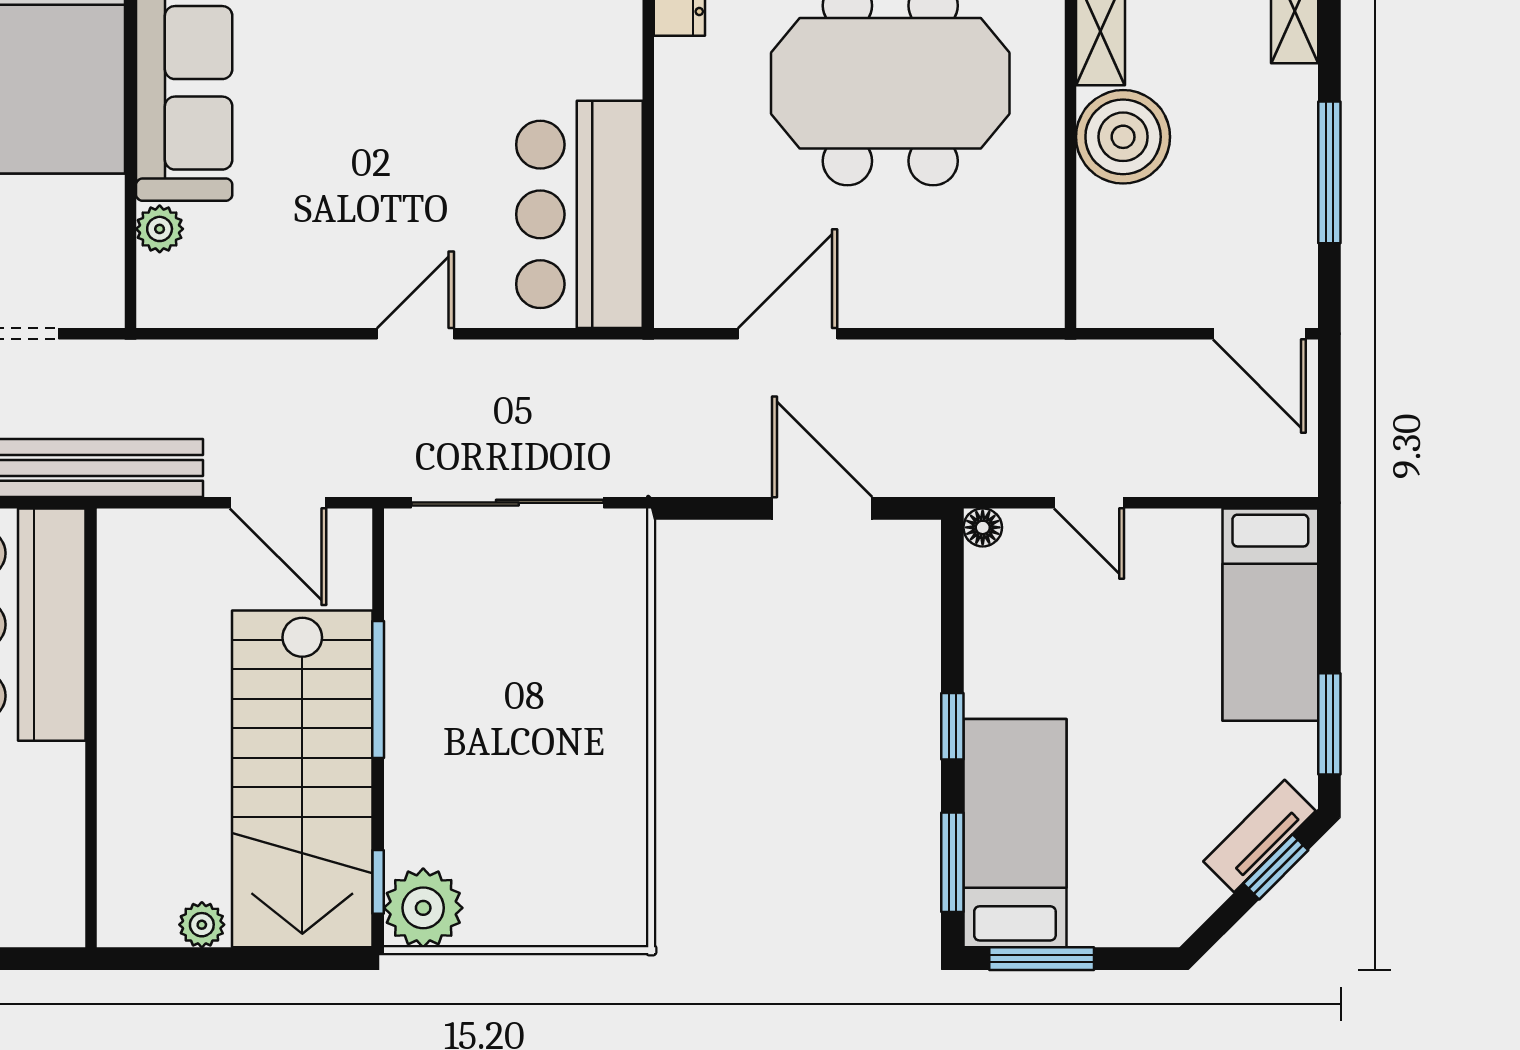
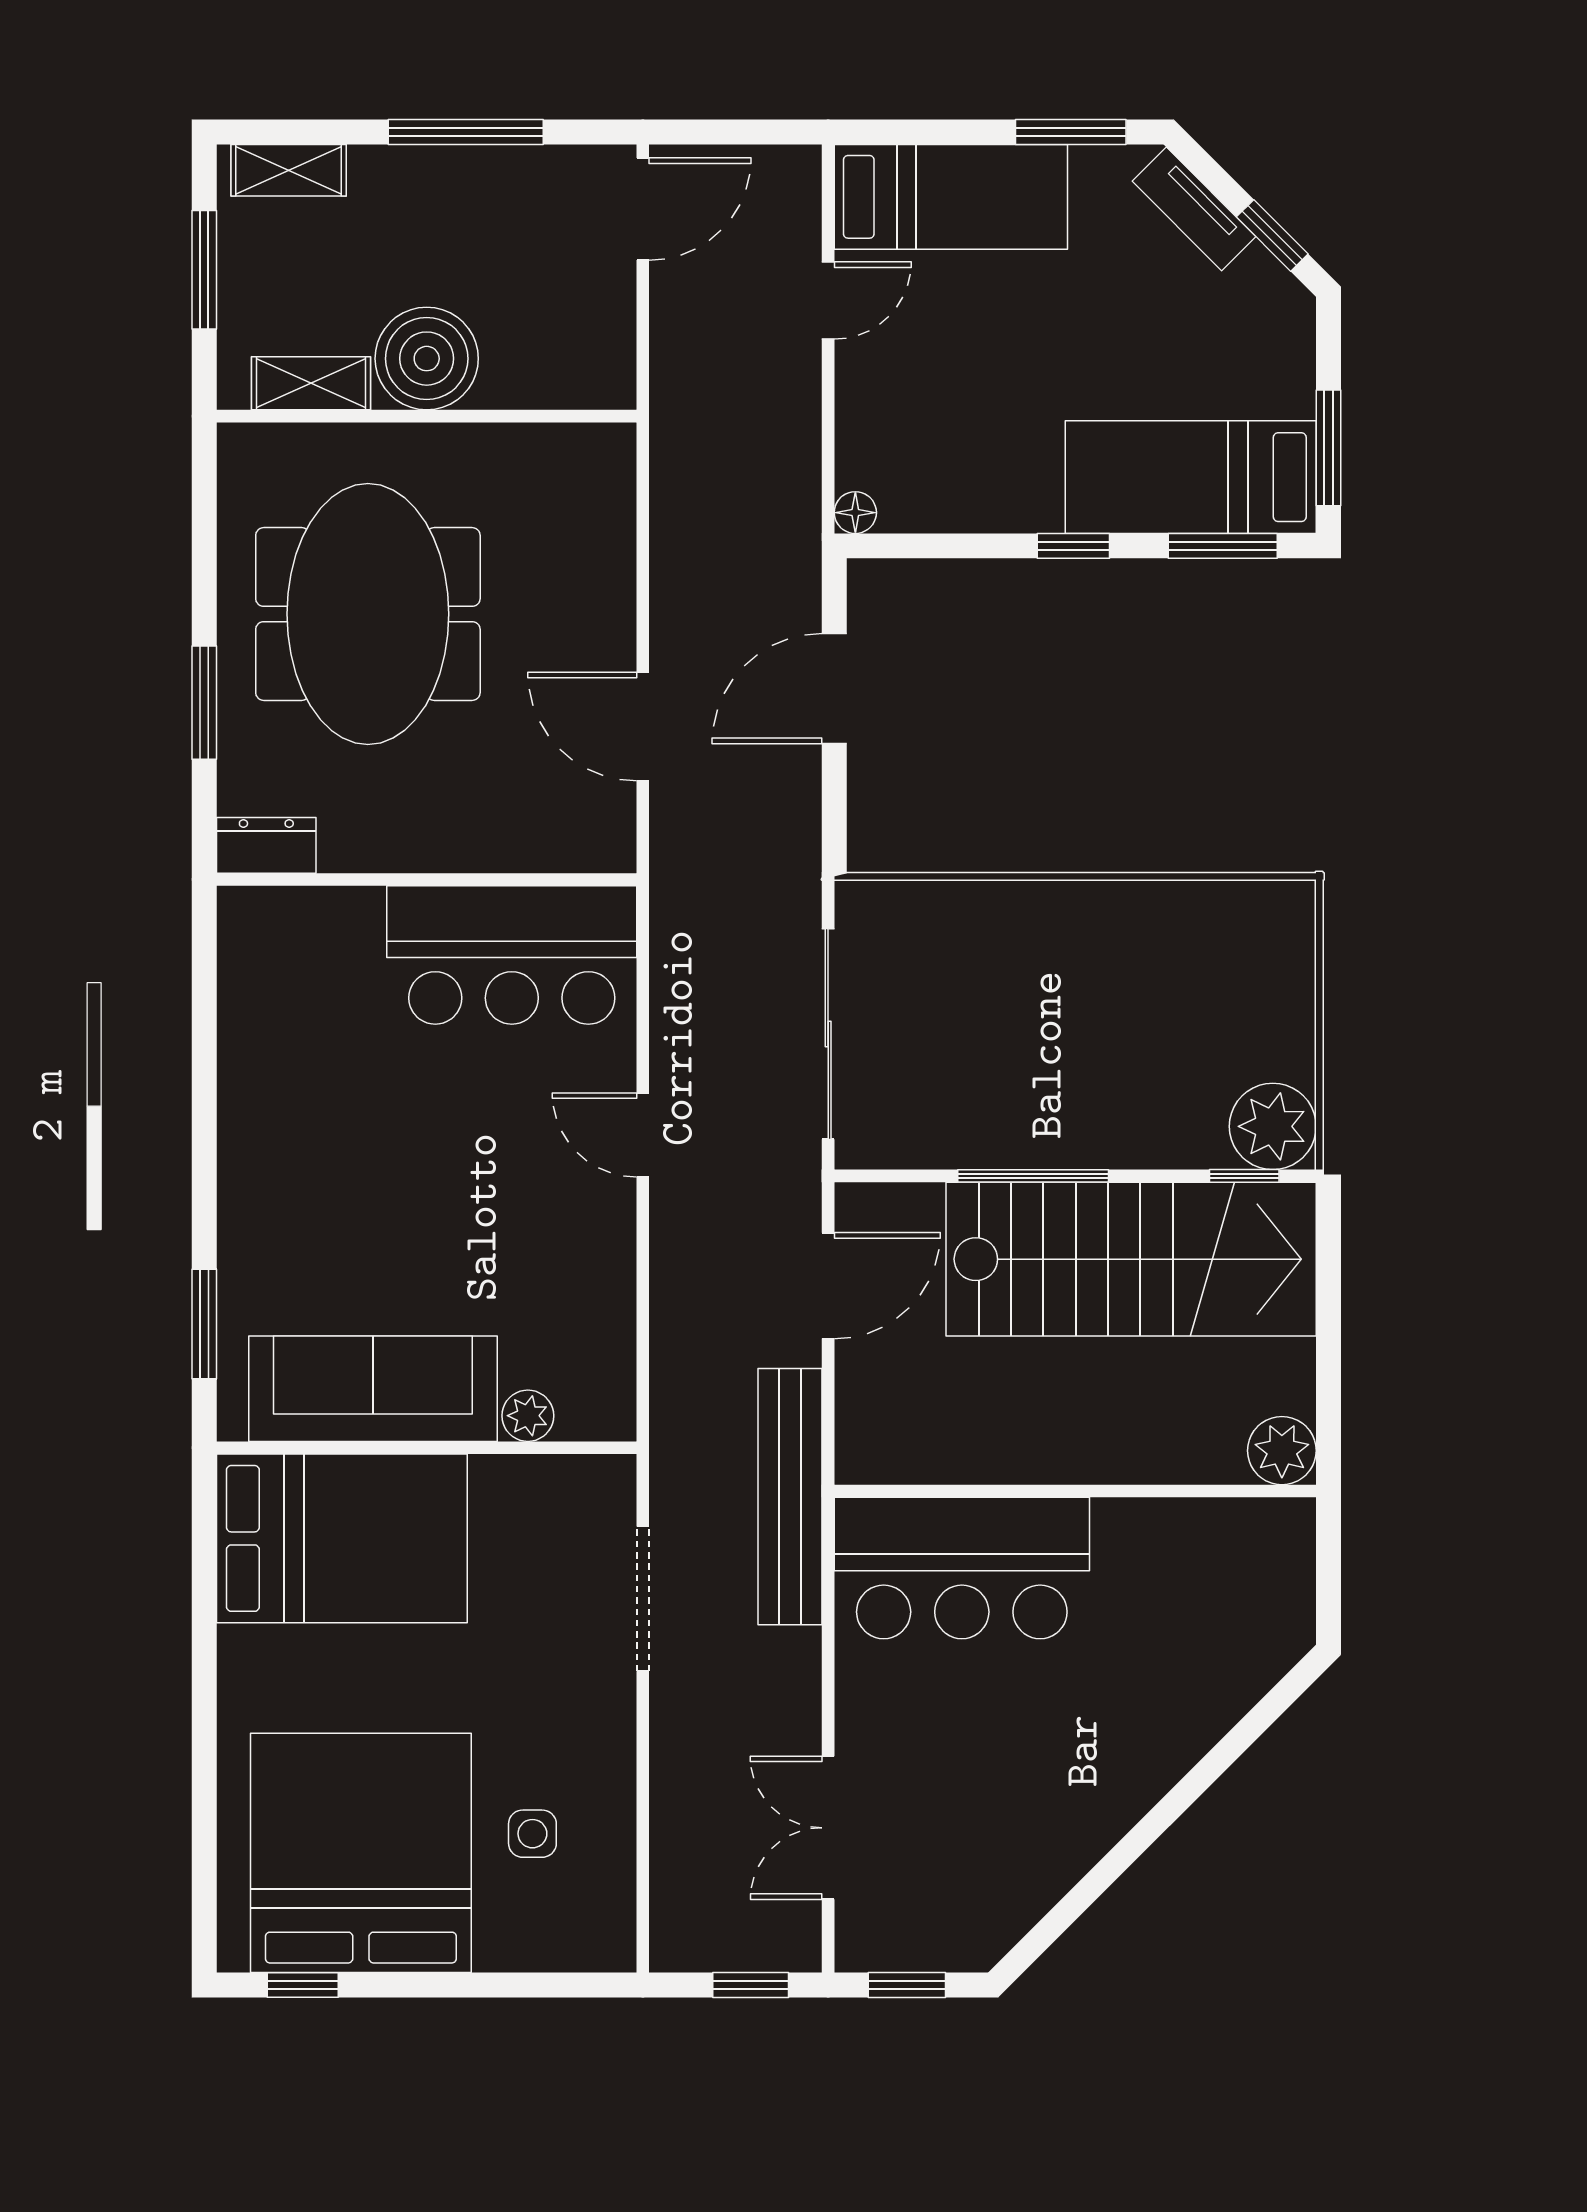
door: (1089, 503) -> (828, 300), moved
window: (1276, 867) -> (1272, 235), moved
plant: (202, 925) -> (1282, 1451), moved, width x1.38, depth x1.38

